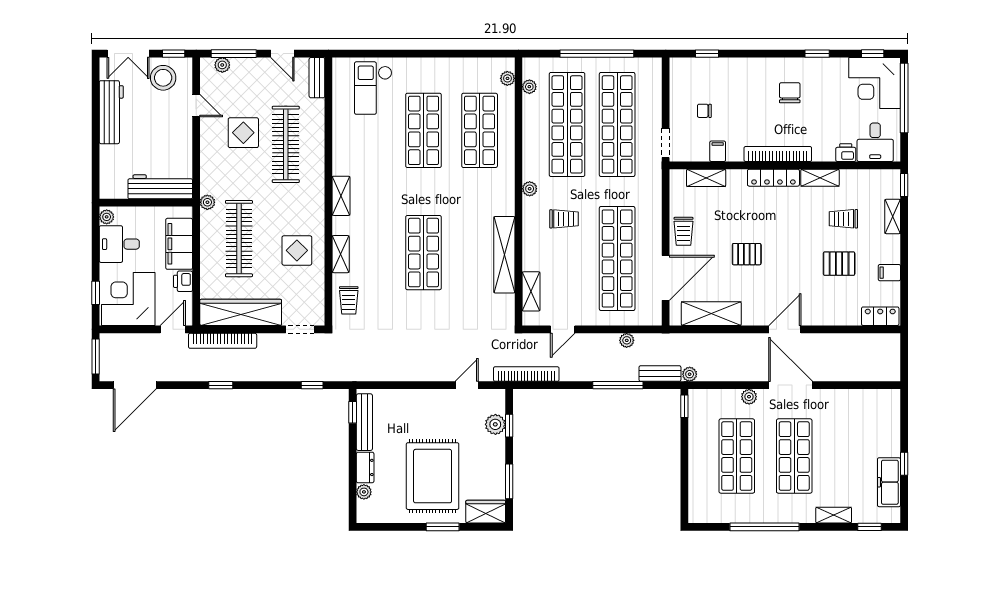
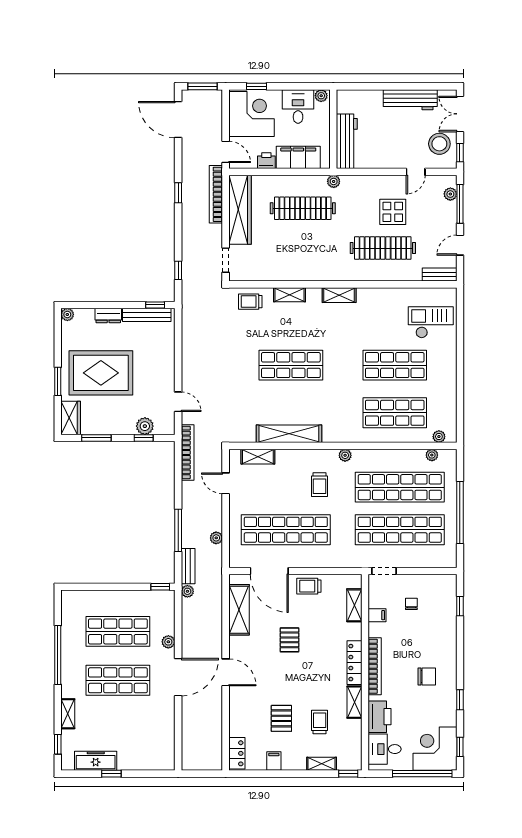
printer: (846, 153) -> (379, 717), width x1.87, depth x1.48
display table: (297, 250) -> (293, 257), removed
plant: (364, 492) -> (67, 315), moved

